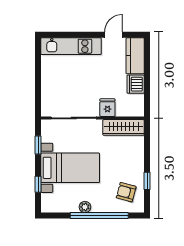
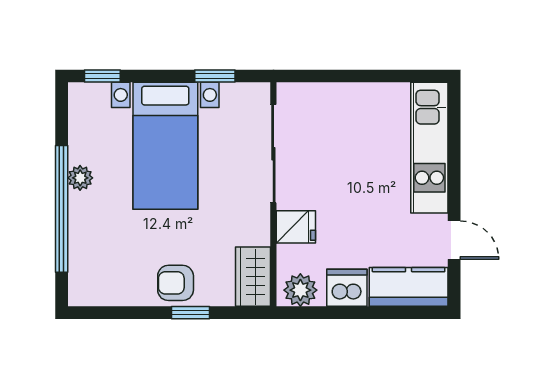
plant: (137, 106) -> (300, 290), added
wardrobe: (124, 127) -> (253, 277), width x0.67
window: (147, 181) -> (191, 313), moved
window: (38, 184) -> (102, 76), moved
armchair: (126, 192) -> (176, 283), moved, turned -105

